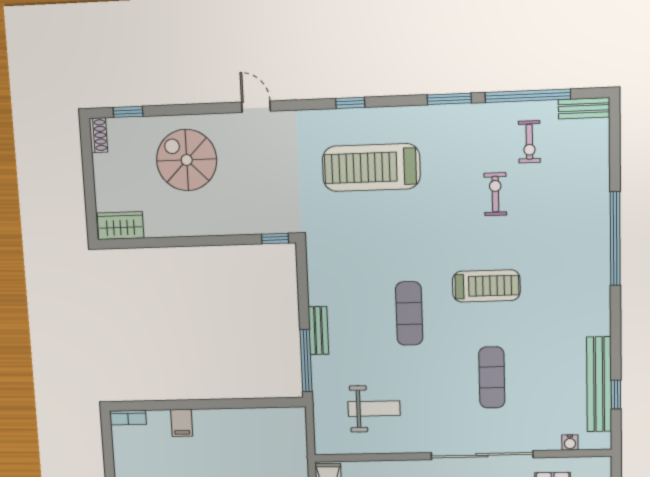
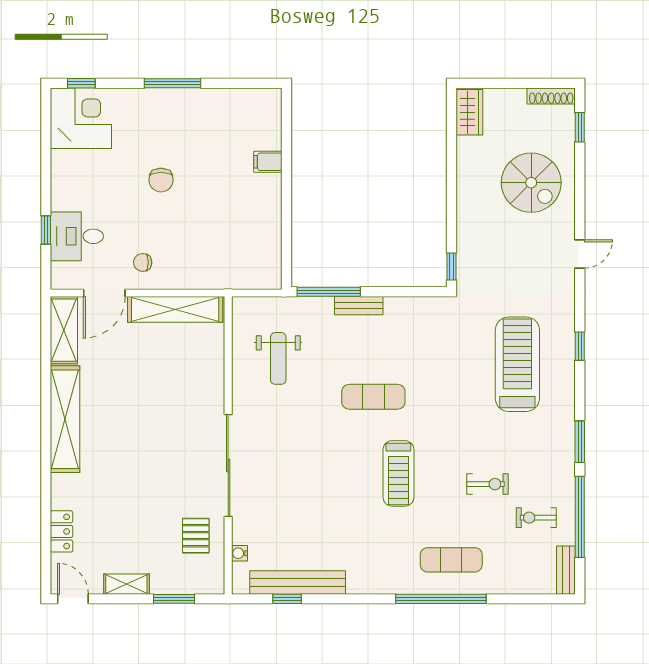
shoe rack: (98, 135) -> (551, 96), width x1.43
spiral stairs: (187, 160) -> (531, 183), turned 90
exercise mat: (492, 377) -> (451, 560), moved
bookcase: (128, 418) -> (274, 106), removed

